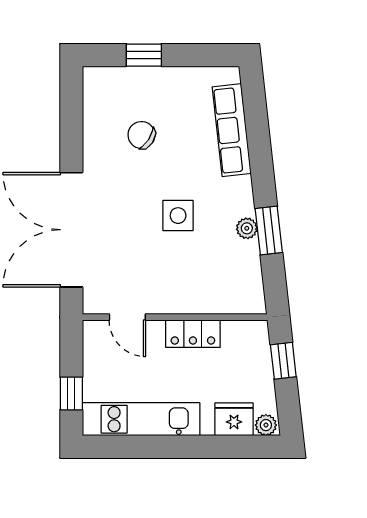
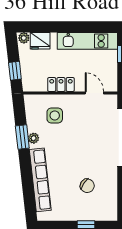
row of seats: (232, 130) -> (40, 180), width x1.36
side table: (178, 216) -> (55, 115), moved

